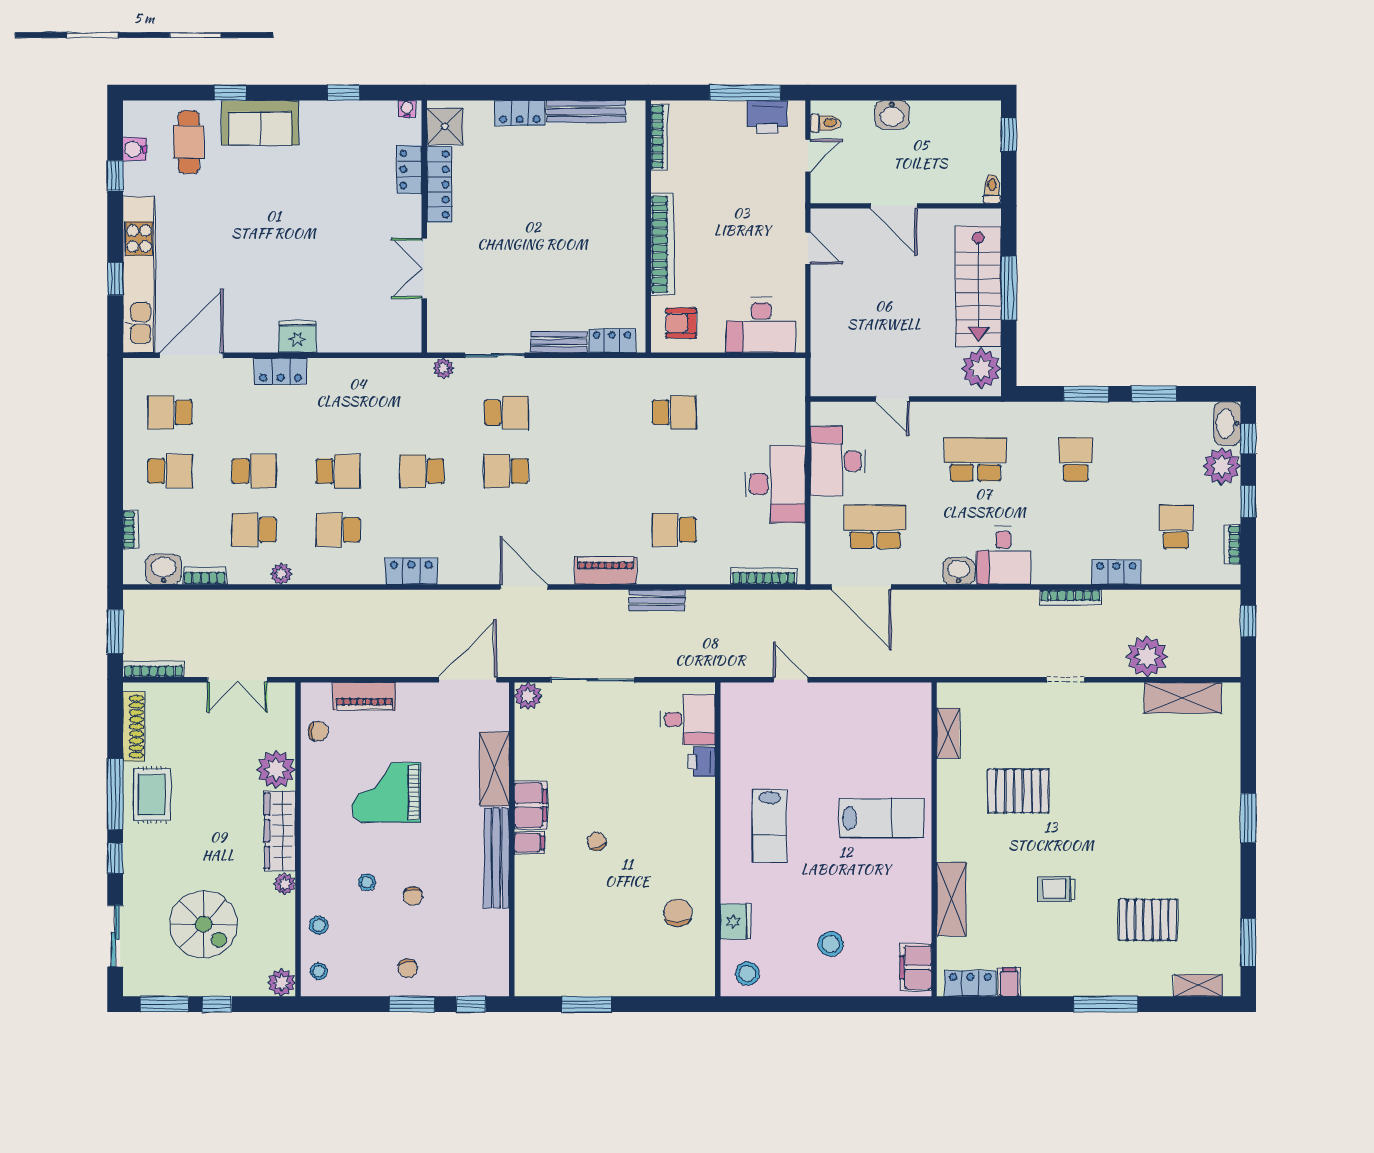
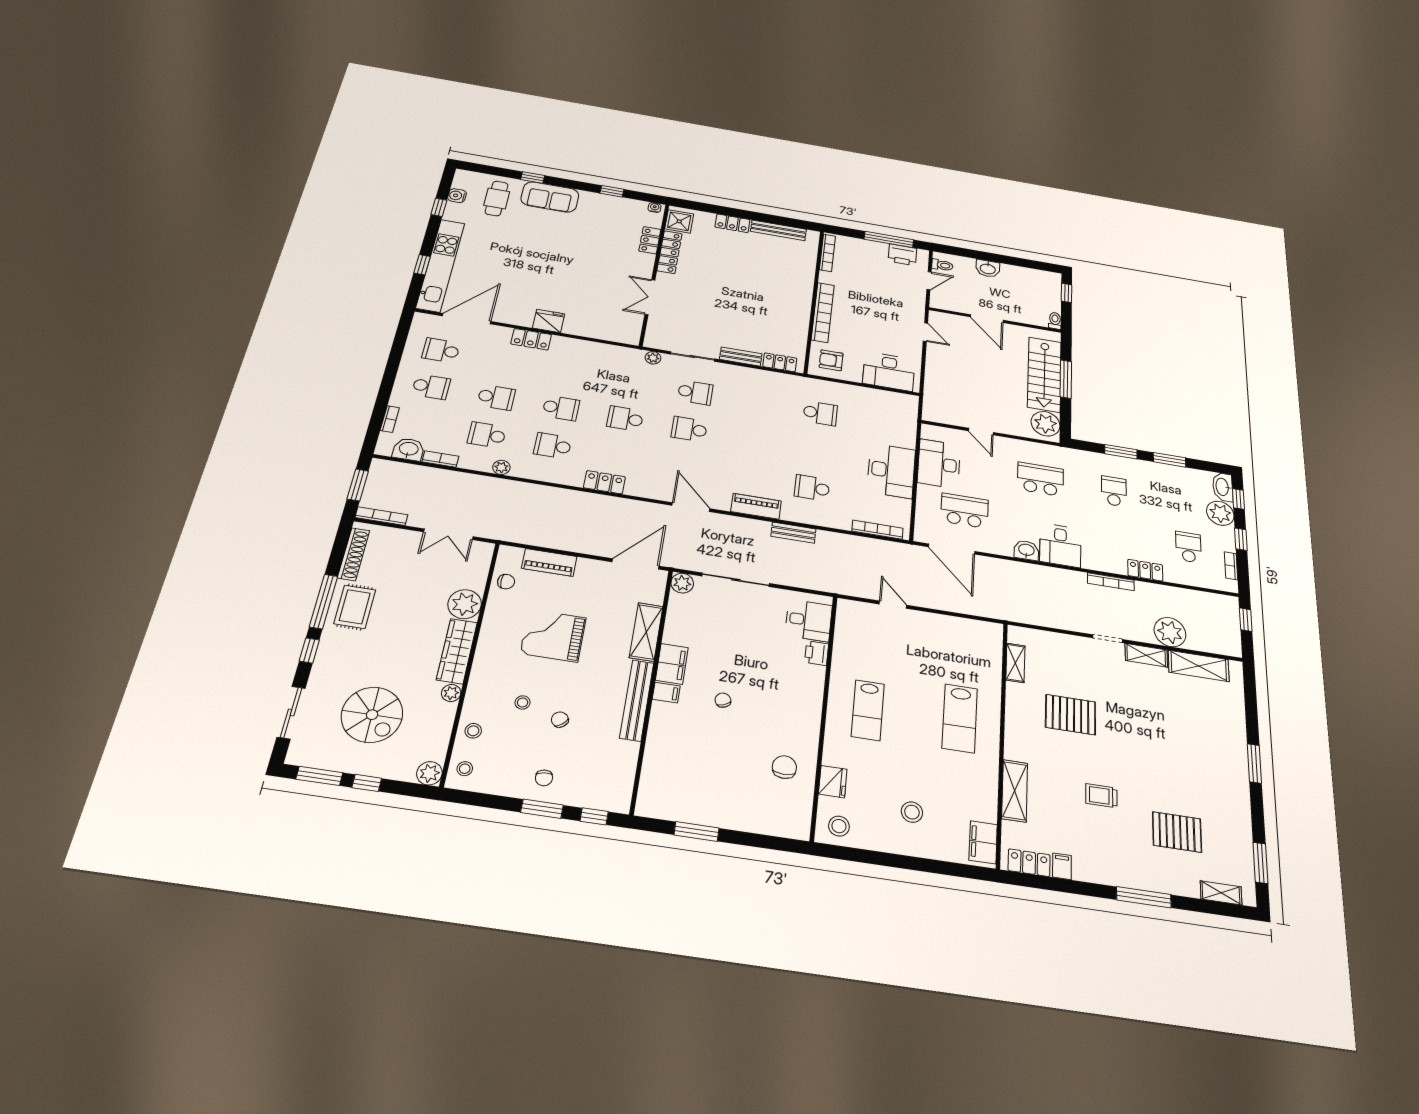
shelving: (1115, 694) -> (1146, 655), added
lab bench: (882, 818) -> (960, 718), turned 90
chair: (413, 896) -> (560, 720), turned 140

